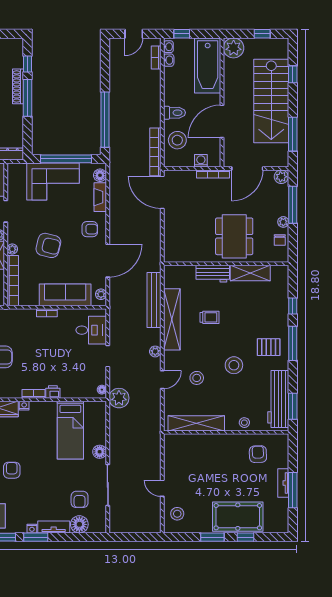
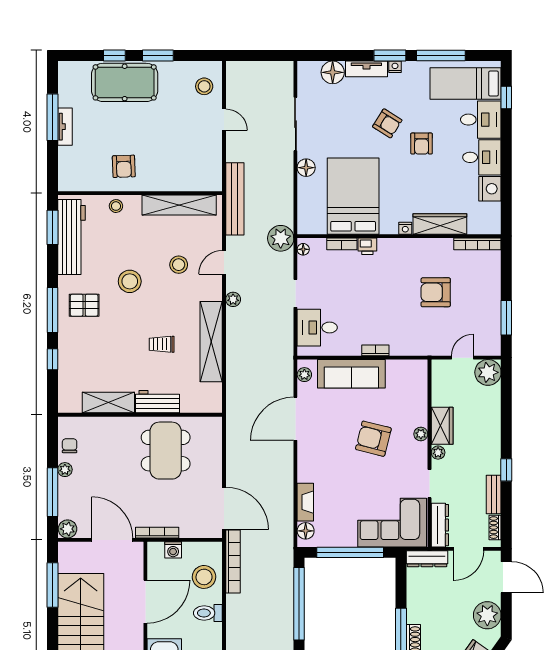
door: (247, 168) -> (112, 540), hinge flipped
corner sofa: (53, 182) -> (392, 523), moved
armchair: (90, 229) -> (319, 460), removed
dining table: (234, 236) -> (166, 451), moved
bookcase: (13, 281) -> (420, 393), removed
bench: (154, 300) -> (235, 199), moved
bookcase: (33, 394) -> (342, 244), moved
bed: (70, 430) -> (353, 196), width x1.50
armchair: (258, 454) -> (124, 166), moved
armchair: (80, 499) -> (387, 123), moved, turned 122

